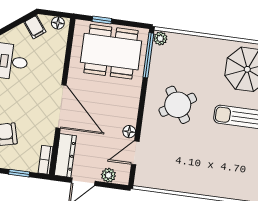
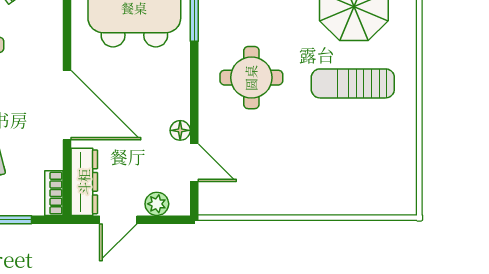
round table: (178, 105) -> (251, 78), turned 33
door: (135, 153) -> (194, 163), swing flipped

